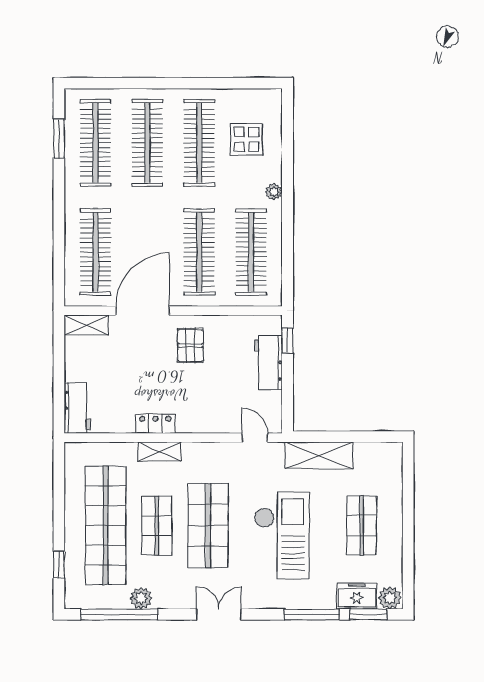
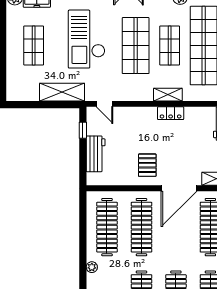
window: (288, 341) -> (83, 130), moved

